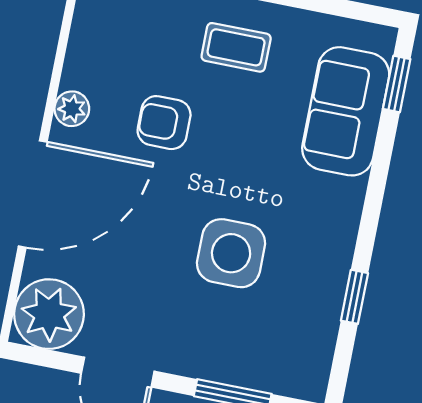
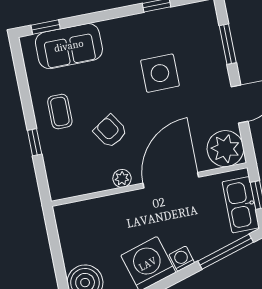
armchair: (164, 123) -> (110, 131), turned 147
door: (33, 194) -> (171, 180), hinge flipped

